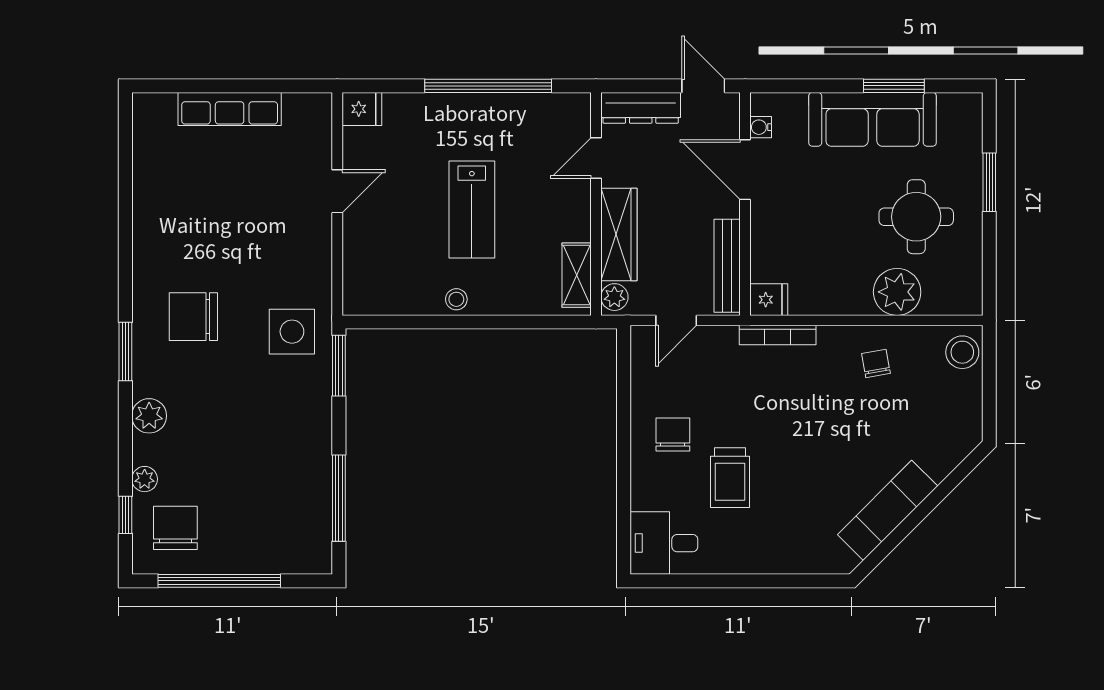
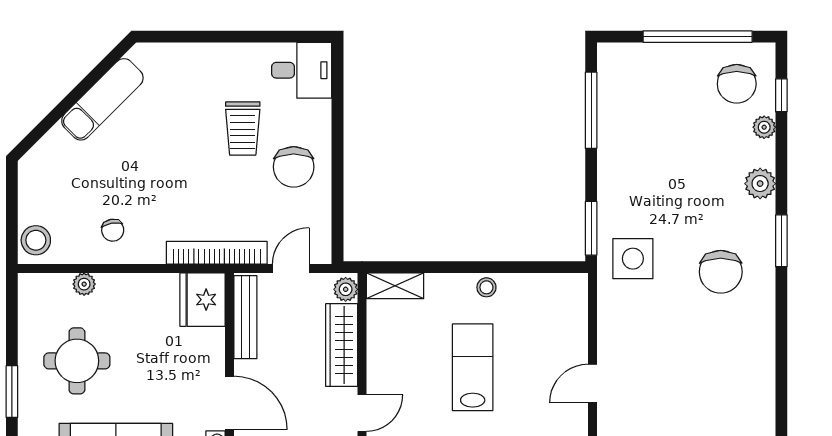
shelving: (577, 275) -> (395, 286), moved, turned 90
plant: (897, 292) -> (84, 284), width x0.53, depth x0.53
fridge: (769, 300) -> (203, 300), width x1.88, depth x1.34
chair: (193, 317) -> (721, 272), turned 90
bookcase: (778, 335) -> (217, 253), width x1.48, depth x1.31
chair: (673, 435) -> (294, 167), width x1.37, depth x1.37
trolley: (730, 478) -> (243, 129), turned 180

